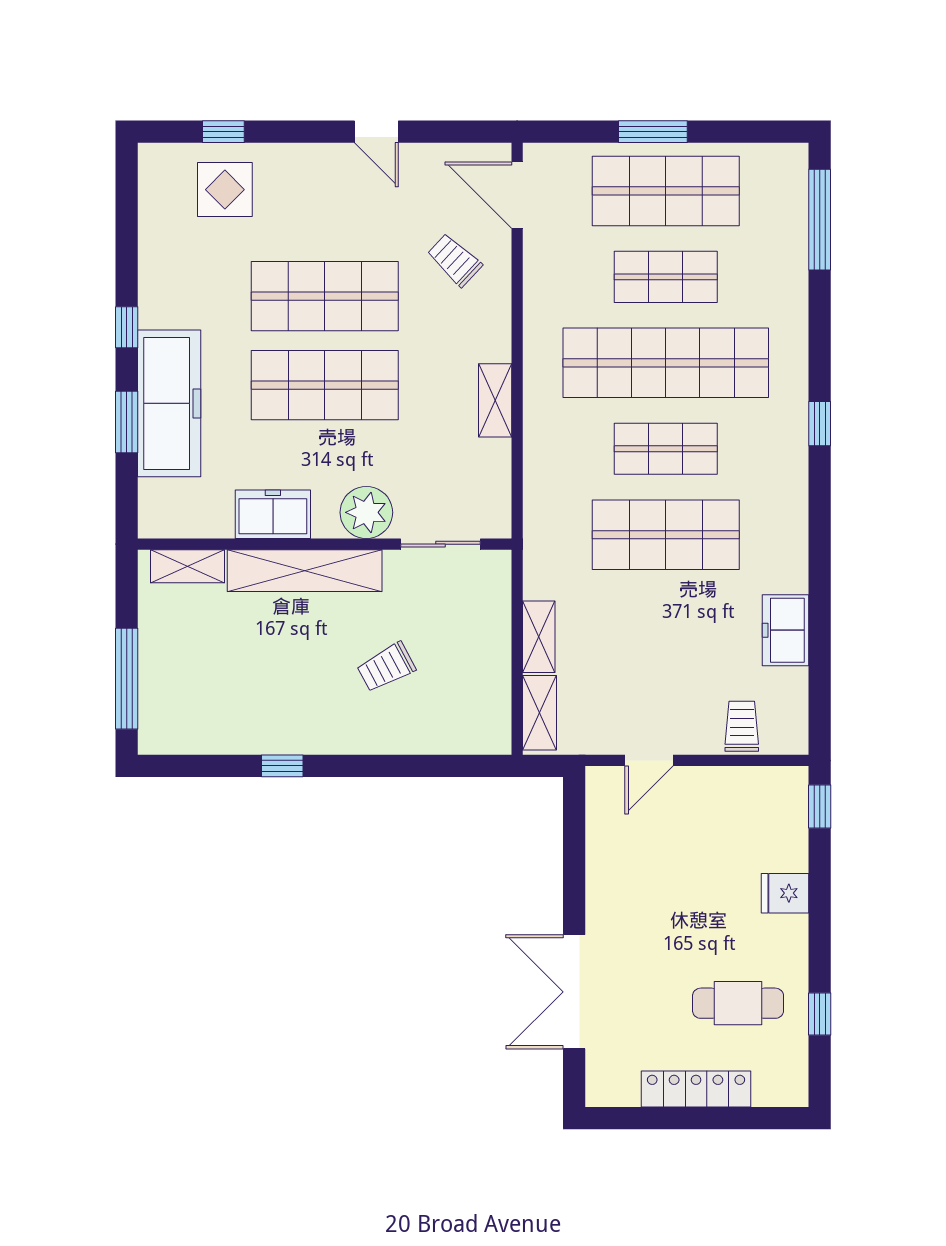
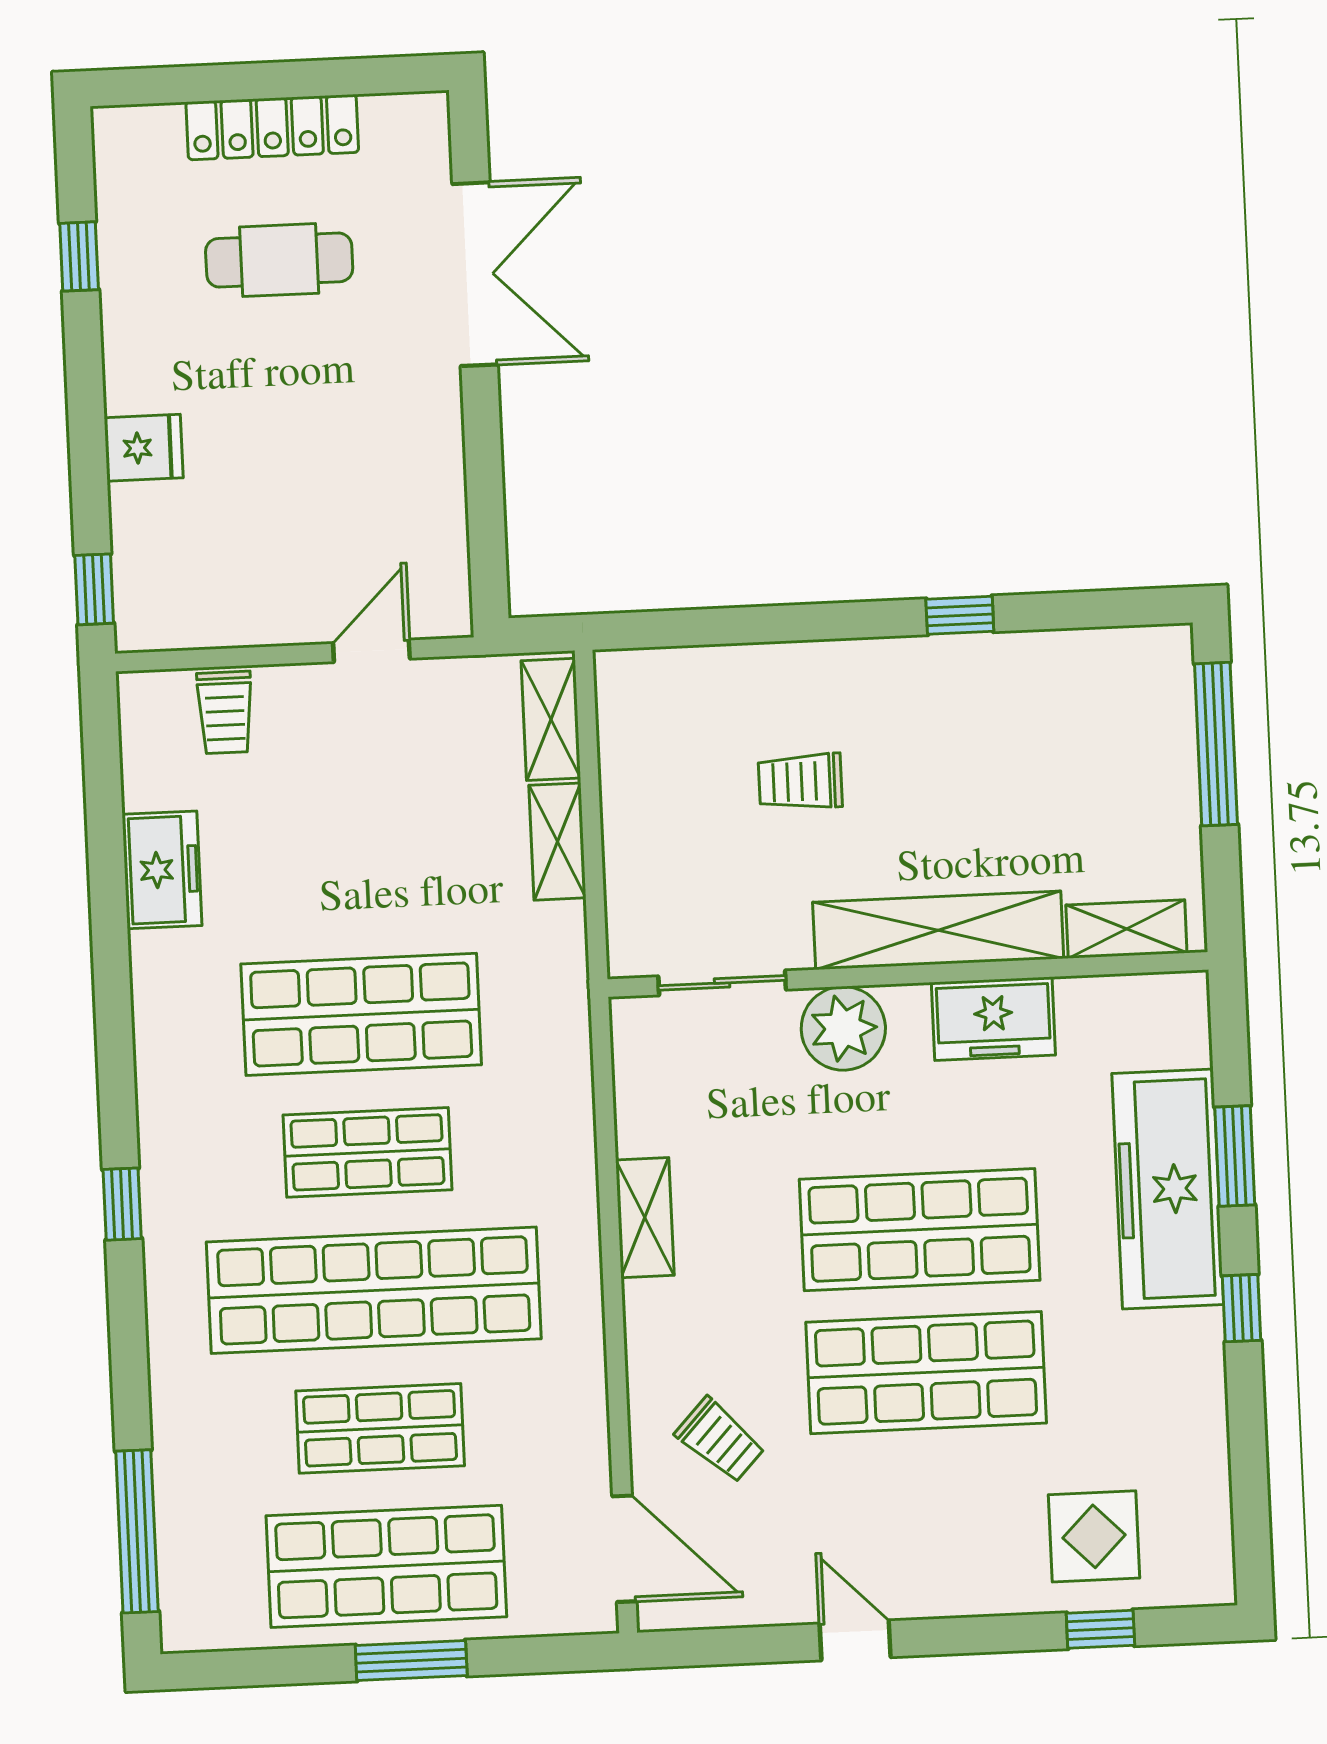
trolley: (386, 667) -> (800, 782), turned -152
cafe table: (738, 1003) -> (279, 260), moved

